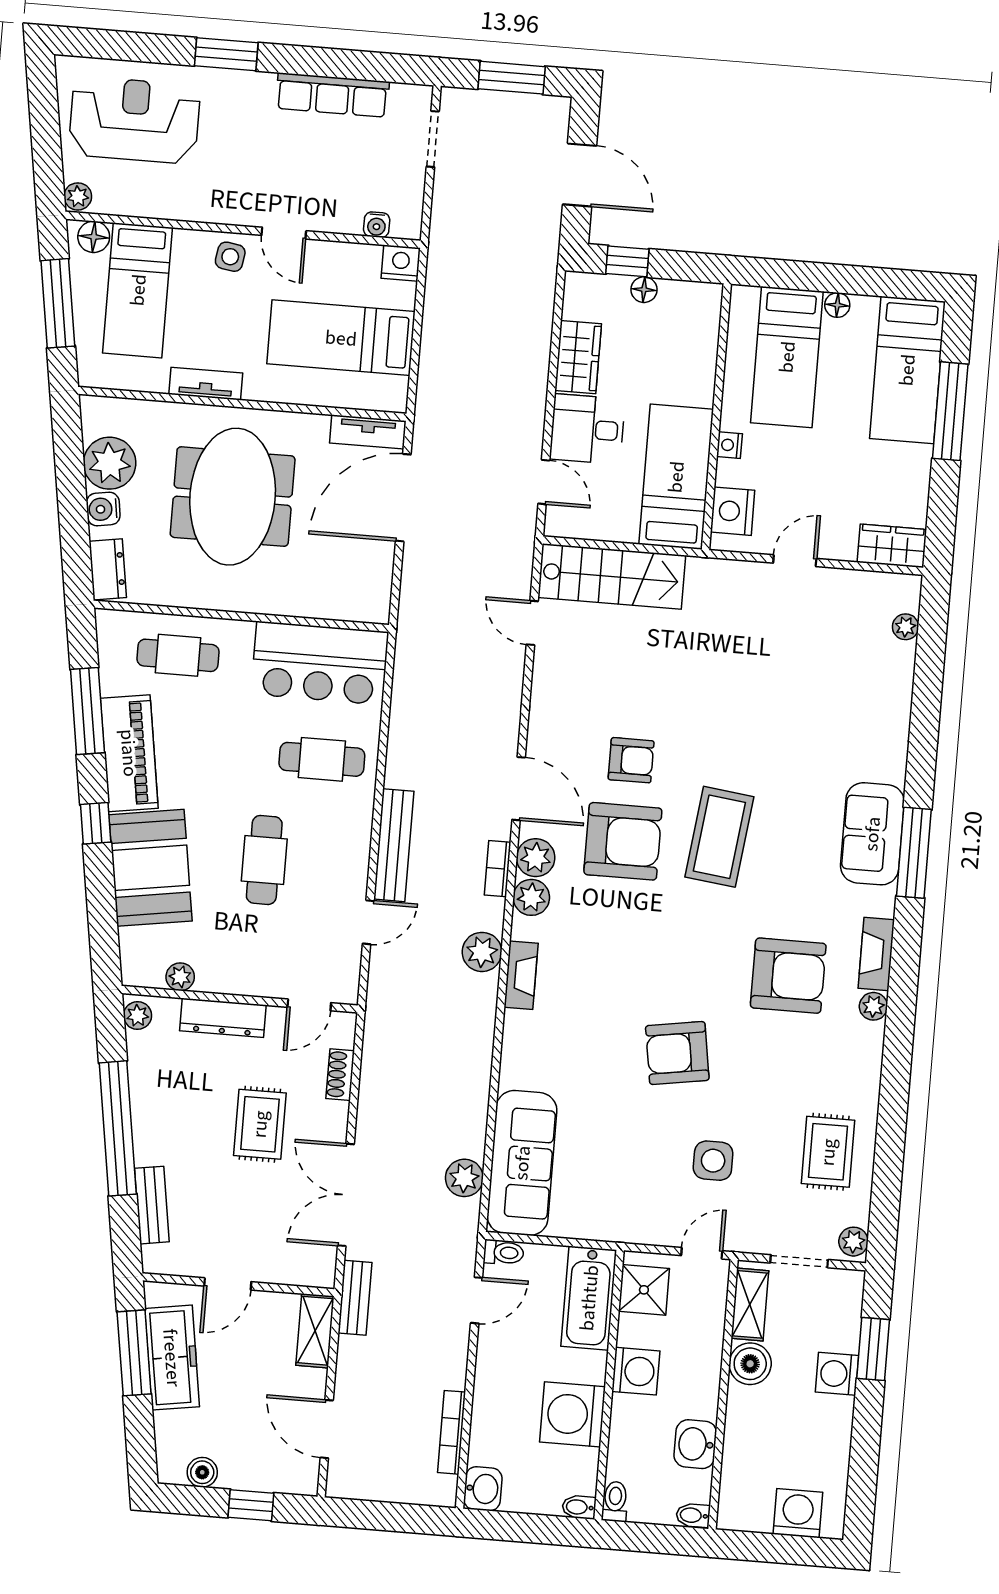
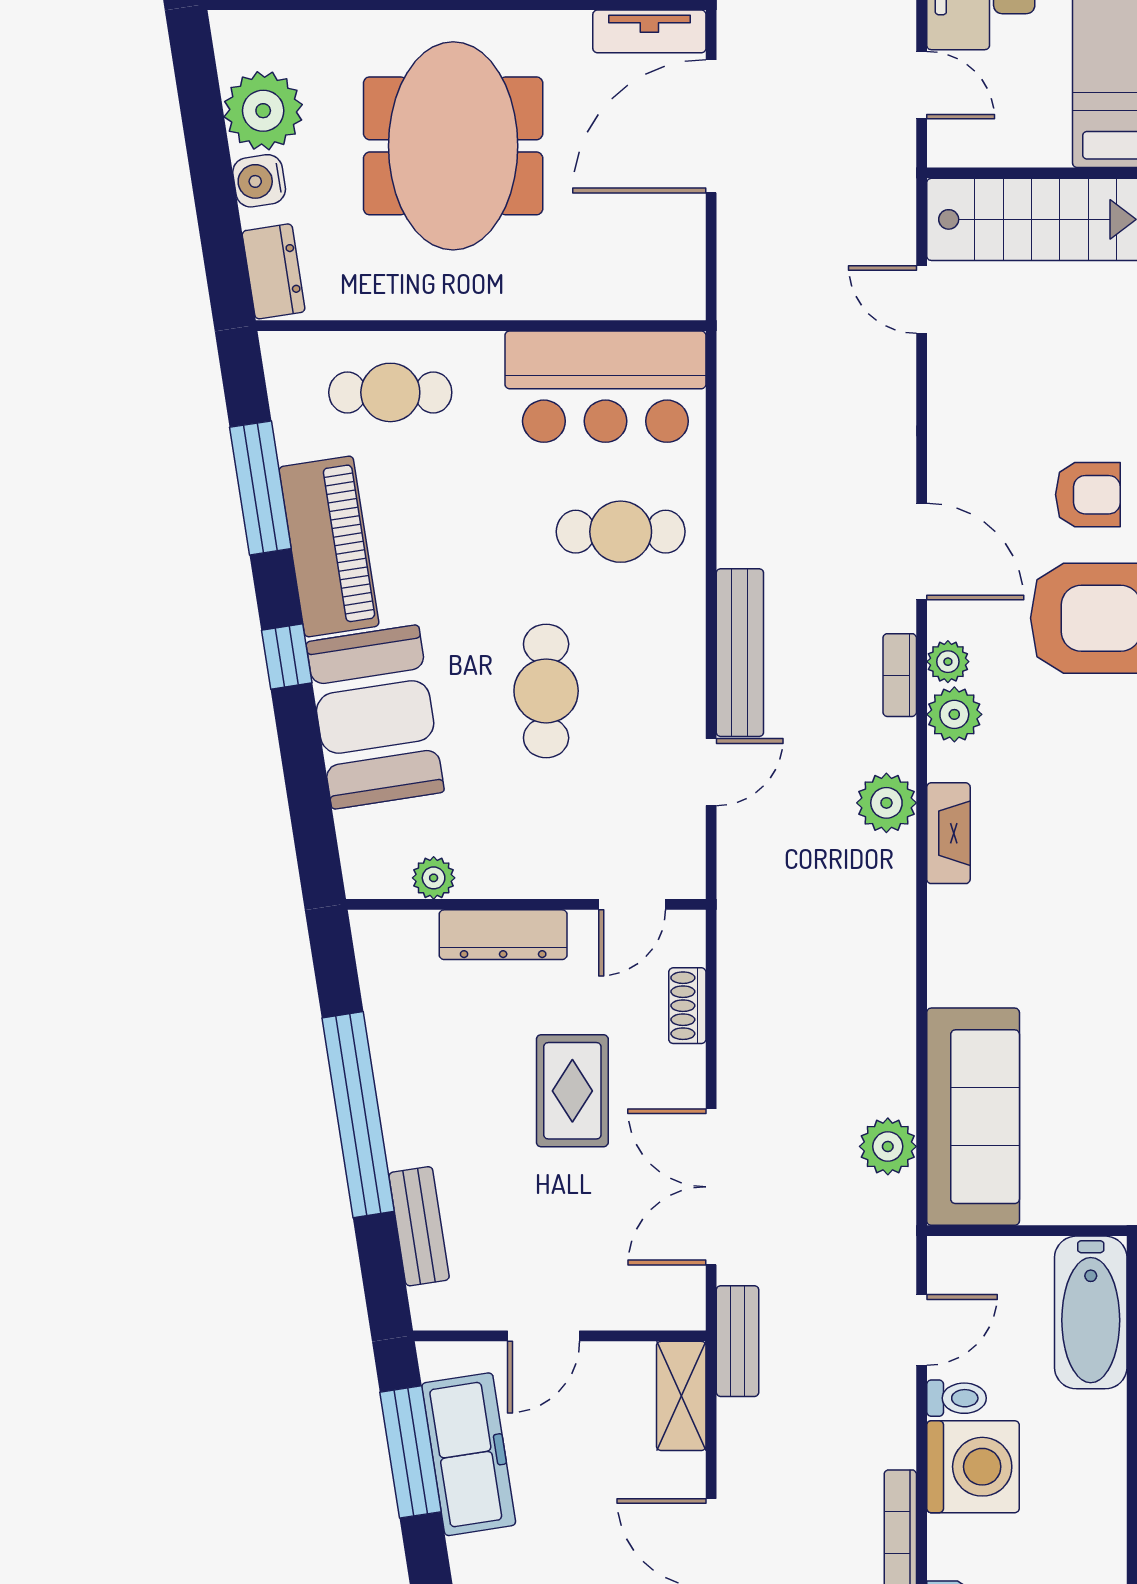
plant: (536, 858) -> (948, 662), width x0.73, depth x0.73
plant: (137, 1015) -> (374, 942), removed
toilet: (504, 1252) -> (957, 1398), moved
washing machine: (573, 1414) -> (973, 1467), moved, turned 180

